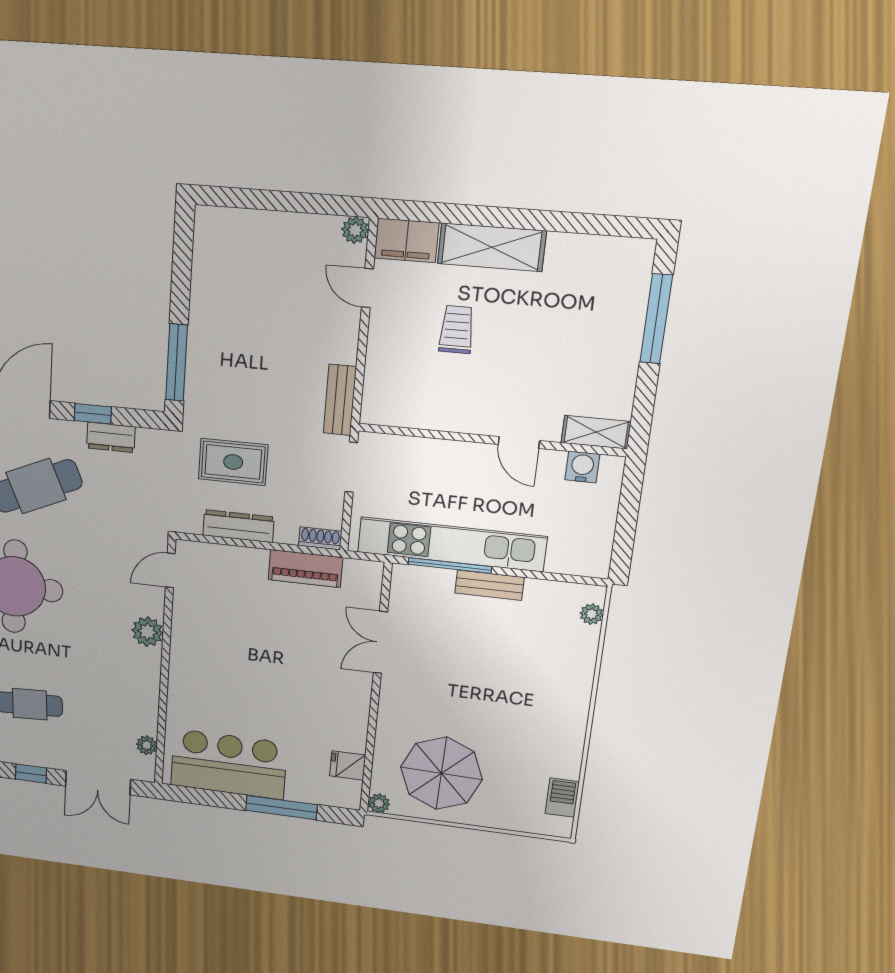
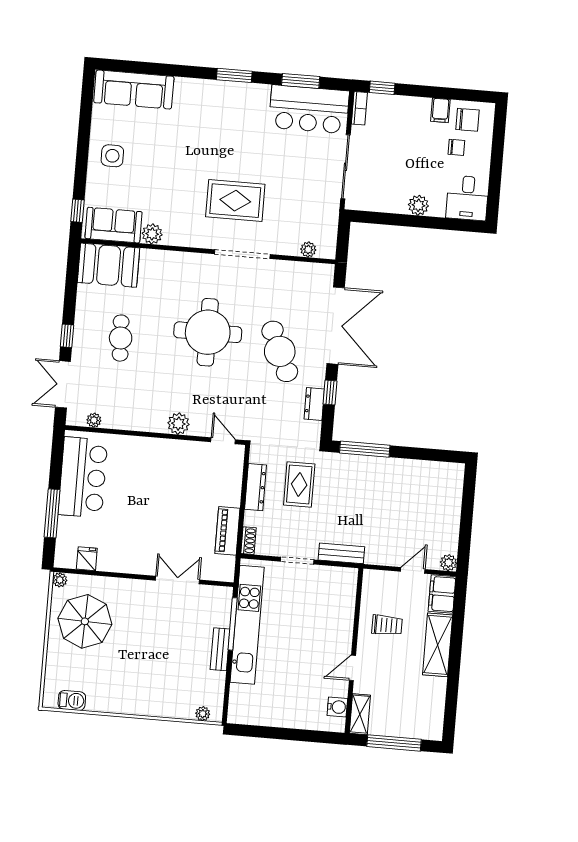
shelving: (596, 432) -> (360, 714), moved
wall: (491, 440) -> (354, 651), moved
door: (519, 443) -> (352, 668), moved
water cooler: (582, 467) -> (337, 707), moved

